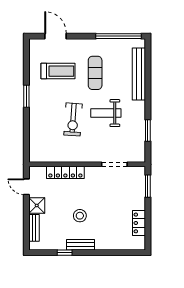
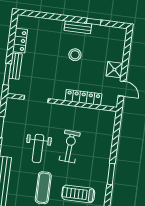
weight bench: (106, 113) -> (38, 148), turned 90
bench: (34, 228) -> (16, 66), moved

